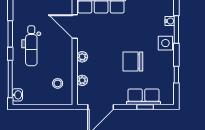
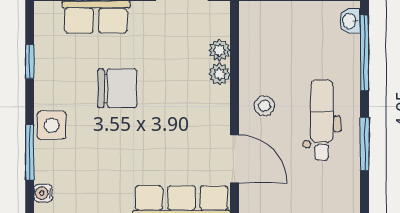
water cooler: (170, 21) -> (43, 193), moved
plant: (82, 57) -> (219, 74), moved
stool: (58, 83) -> (264, 106), moved

